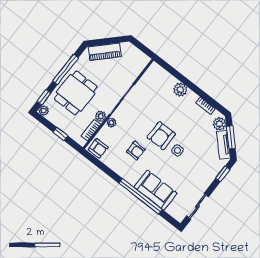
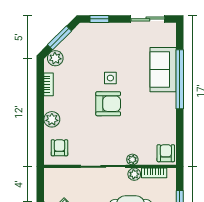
tv unit: (223, 145) -> (72, 39), removed
armchair: (136, 151) -> (59, 148), moved

